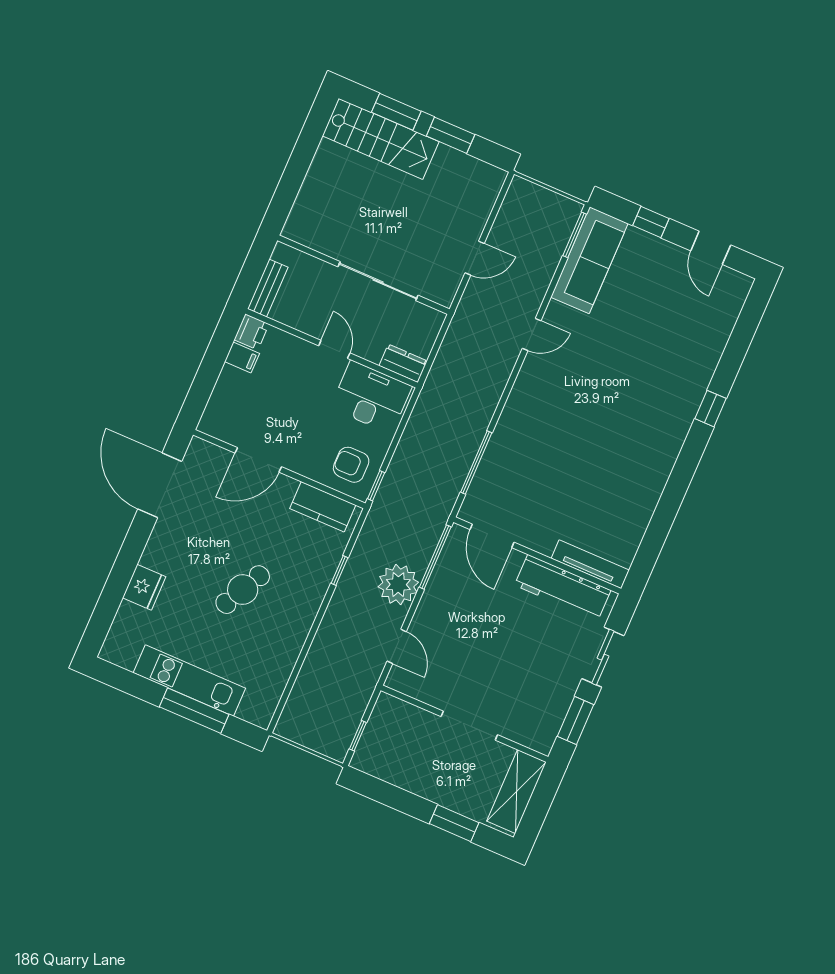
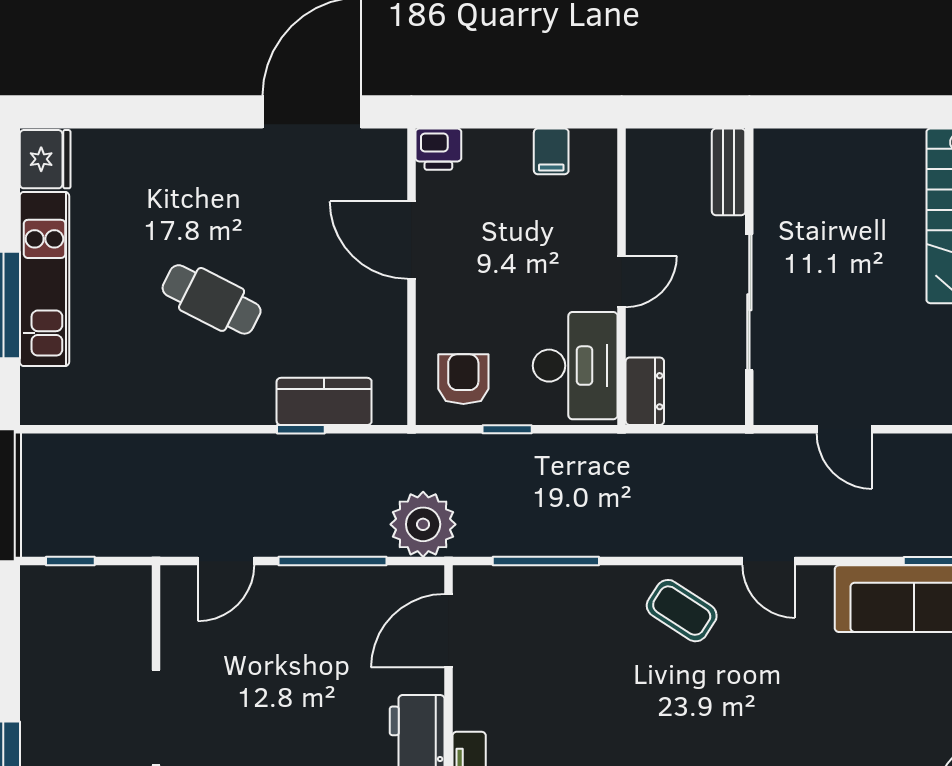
bench: (268, 288) -> (729, 172), moved, turned 90
printer: (252, 332) -> (438, 149), moved
coffee table: (538, 397) -> (682, 611), added
window: (376, 486) -> (507, 429), moved
kitchen counter: (323, 507) -> (324, 401), moved, turned 90
window: (435, 557) -> (332, 561), moved
plant: (398, 585) -> (423, 524), moved
fridge: (144, 587) -> (45, 159), moved, turned -90

